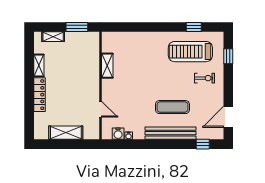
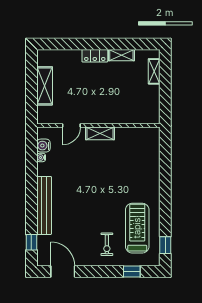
window: (77, 27) -> (165, 98), removed
window: (194, 27) -> (165, 245), moved
shelving: (107, 66) -> (100, 133), moved
locker: (39, 95) -> (95, 56), width x0.66
exercise mat: (172, 107) -> (74, 208), removed

